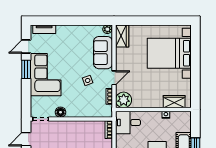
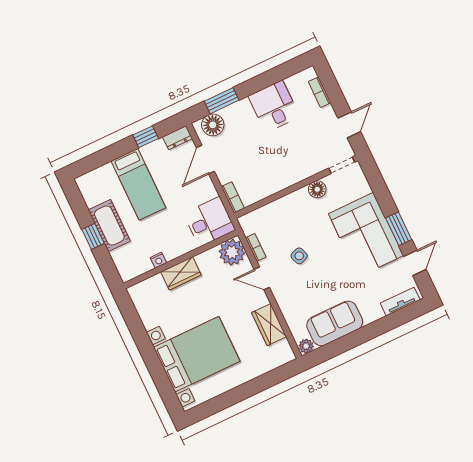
wardrobe: (122, 36) -> (269, 325), moved
sofa: (103, 53) -> (335, 323), moved, turned -90
door: (114, 78) -> (262, 278), hinge flipped
wardrobe: (174, 102) -> (181, 273), moved

